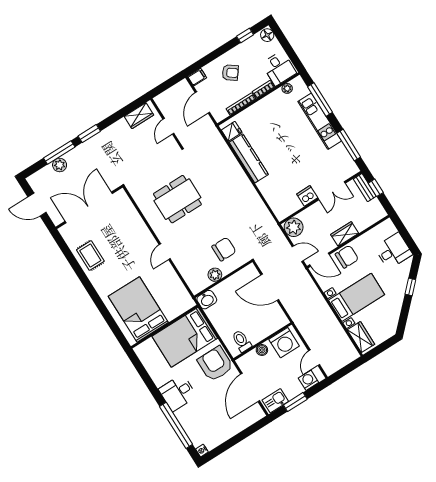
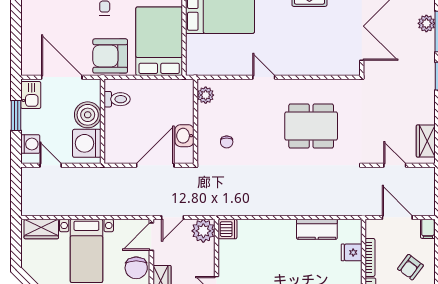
fridge: (232, 131) -> (352, 252), moved, turned 90
kitchen counter: (249, 158) -> (317, 229), width x0.67
dishwasher: (307, 196) -> (228, 229), moved
dining table: (177, 199) -> (311, 126), turned 90
chair: (224, 249) -> (227, 142), width x0.54, depth x0.54
plant: (215, 275) -> (206, 95), moved
washbasin: (207, 300) -> (184, 136), moved
boiler: (262, 350) -> (88, 115), width x1.86, depth x1.86
armchair: (215, 364) -> (110, 56), turned 180

